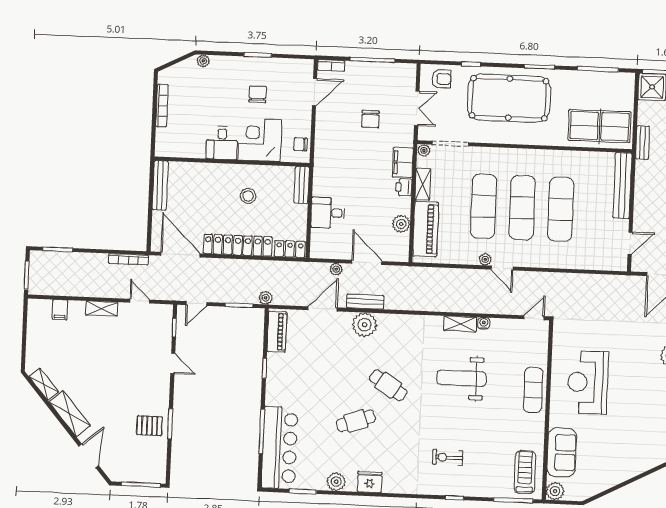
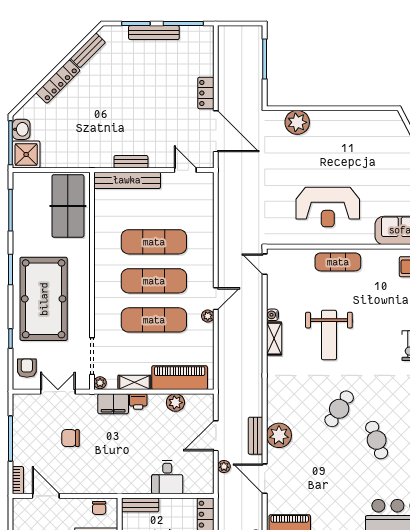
chair: (370, 119) -> (70, 438), turned 180
bench: (643, 143) -> (131, 162), moved

